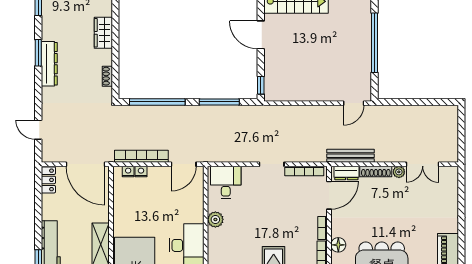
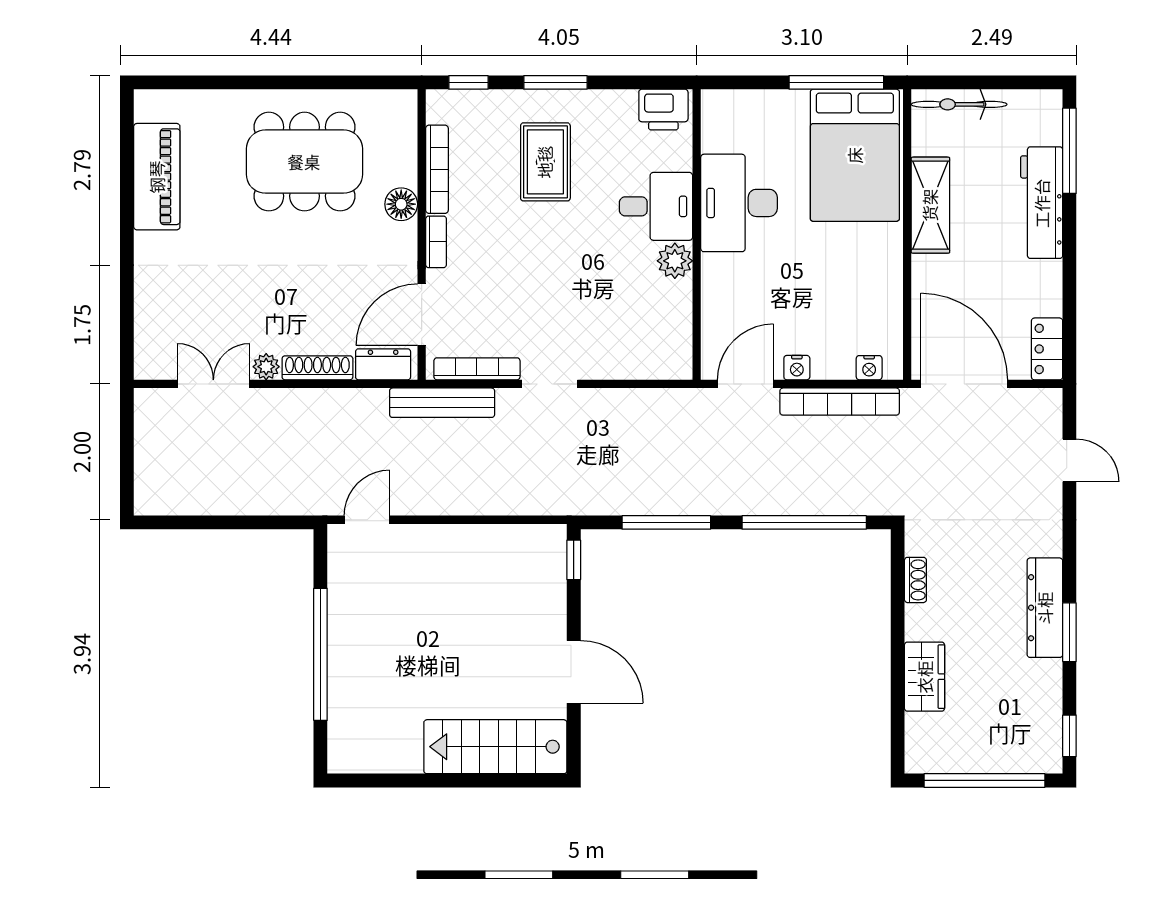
bench: (351, 156) -> (442, 403), moved
nightstand: (141, 172) -> (797, 368), moved
desk: (226, 182) -> (656, 206), moved, turned -90

